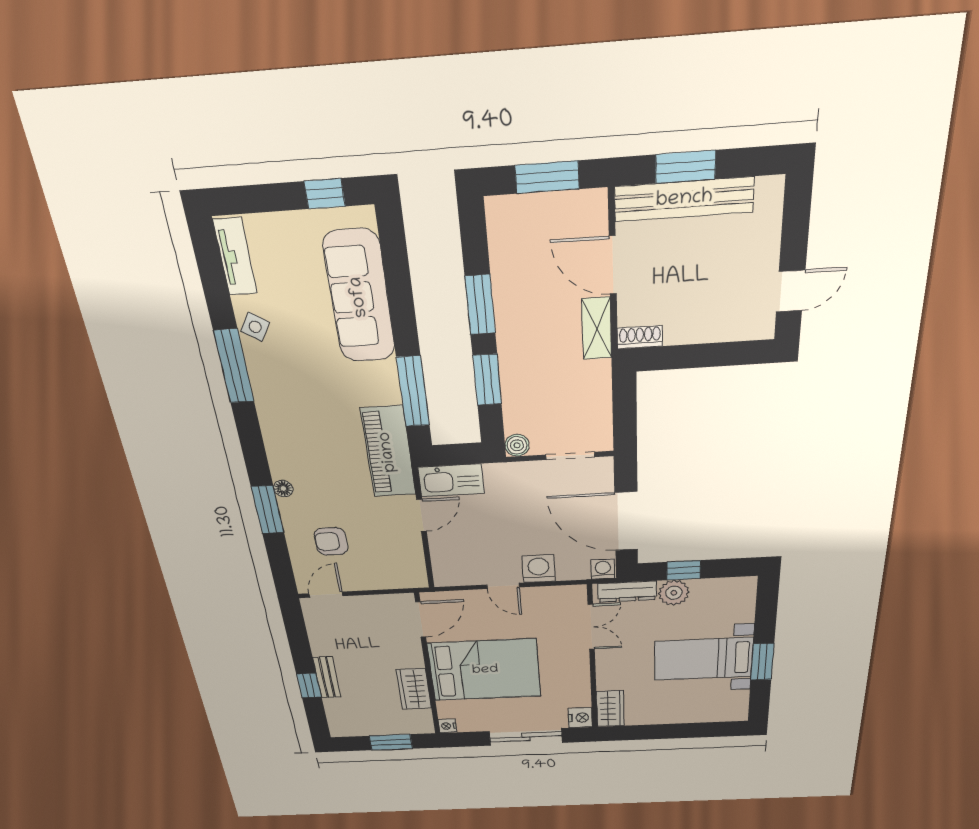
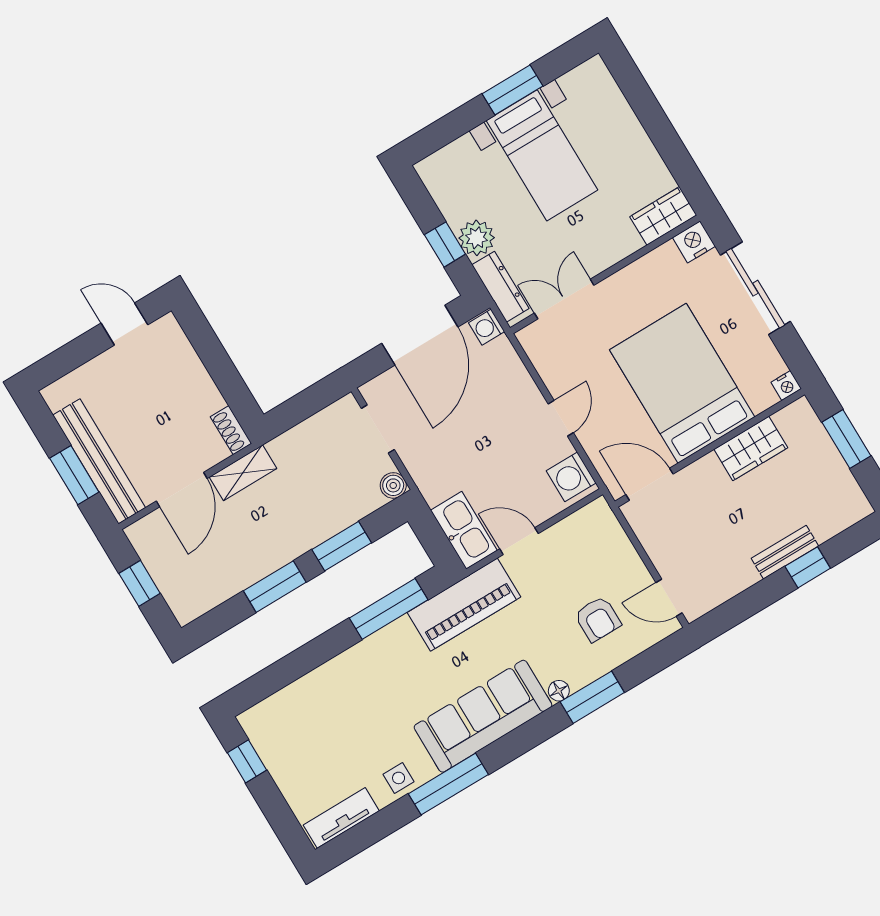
window: (547, 177) -> (140, 583), width x0.67
sofa: (359, 297) -> (483, 716), moved, turned 180
side table: (255, 327) -> (399, 778), turned -32
washing machine: (539, 569) -> (571, 477), moved

